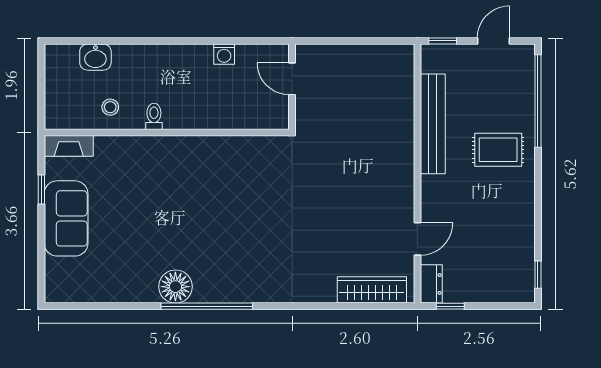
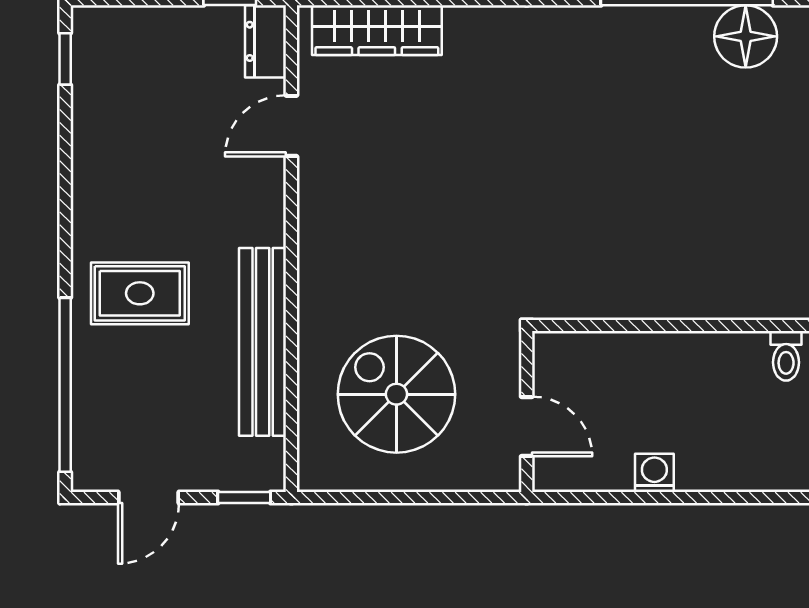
spiral stairs: (361, 96) -> (396, 394), added

